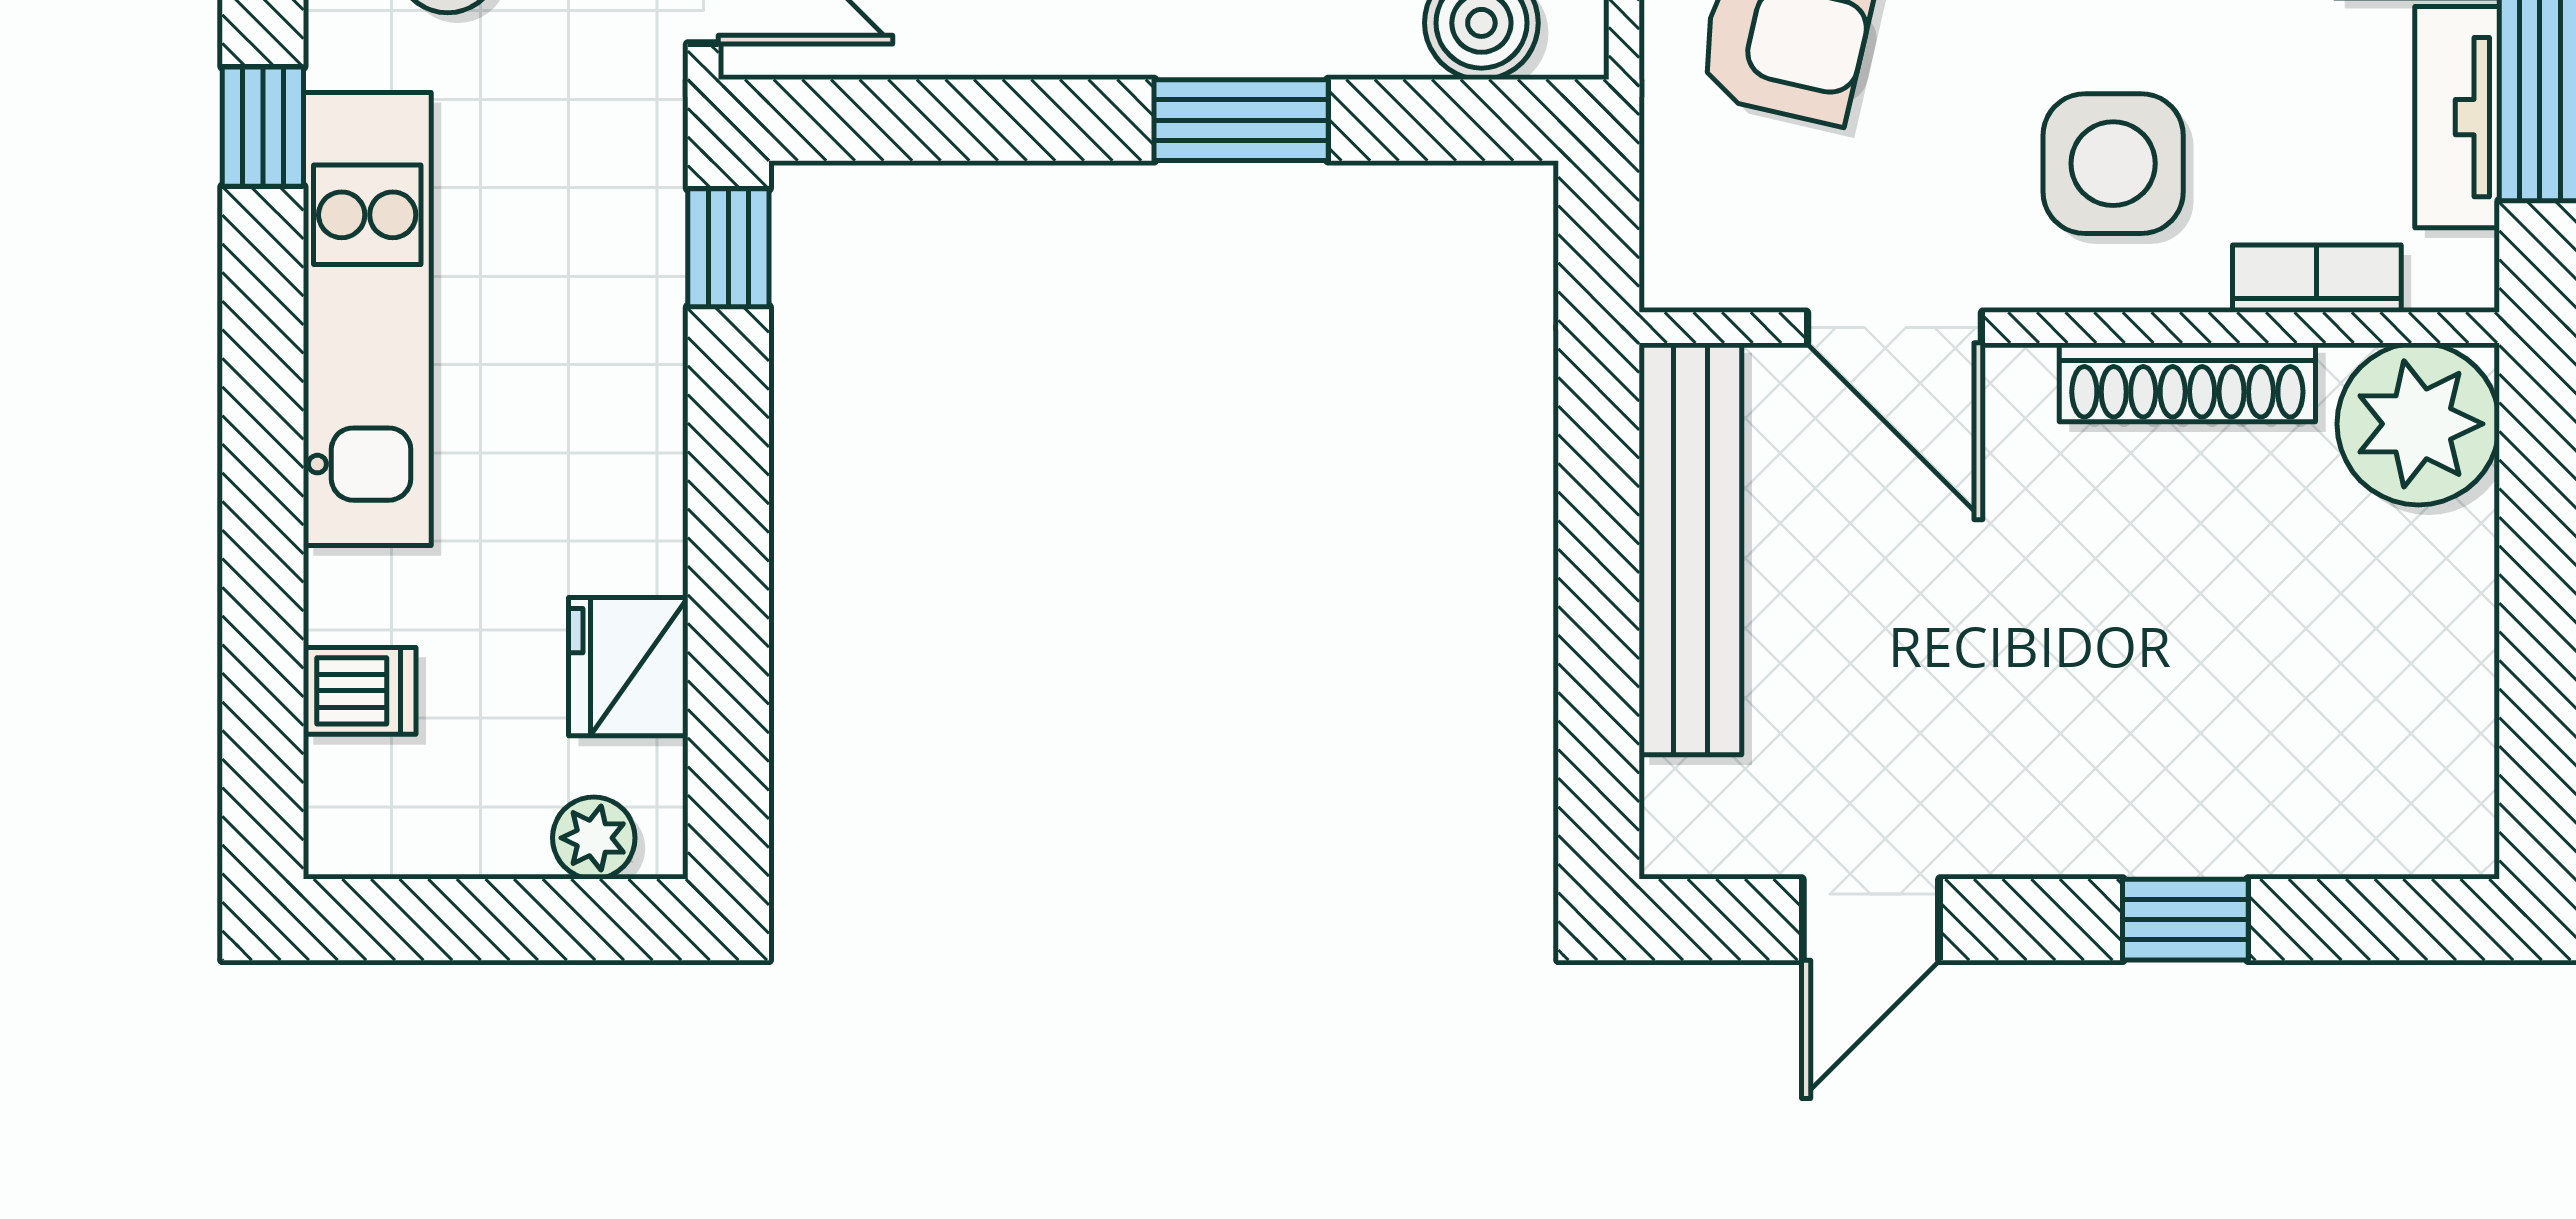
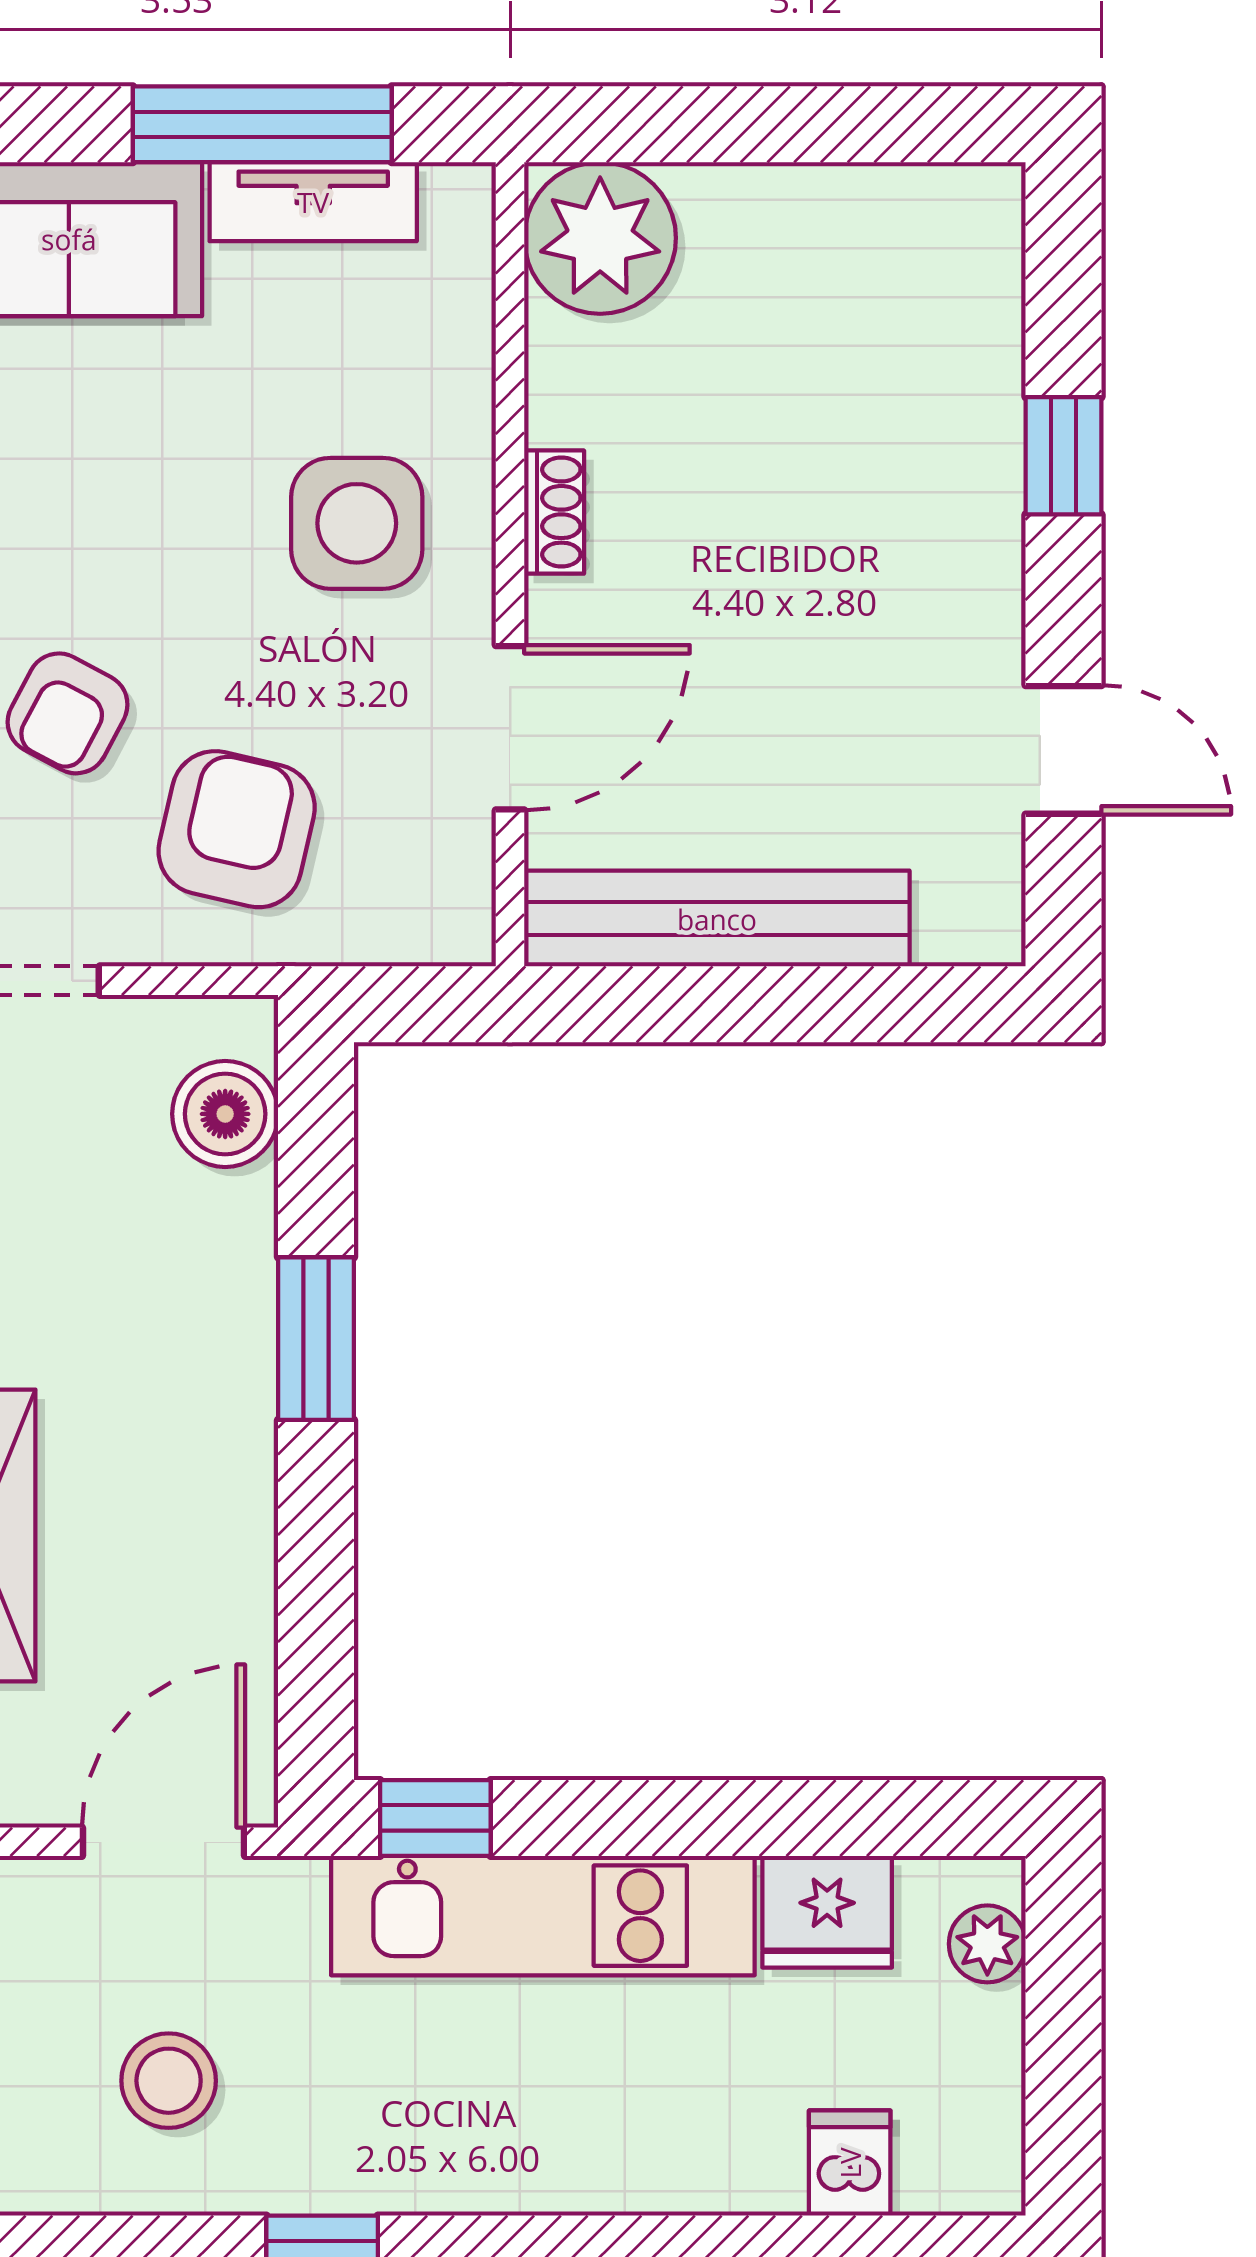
bookcase: (2317, 279) -> (464, 333), removed
kitchen unit: (367, 319) -> (543, 1916), moved, turned 180
shoe rack: (2187, 382) -> (554, 512), width x0.51, depth x0.81

